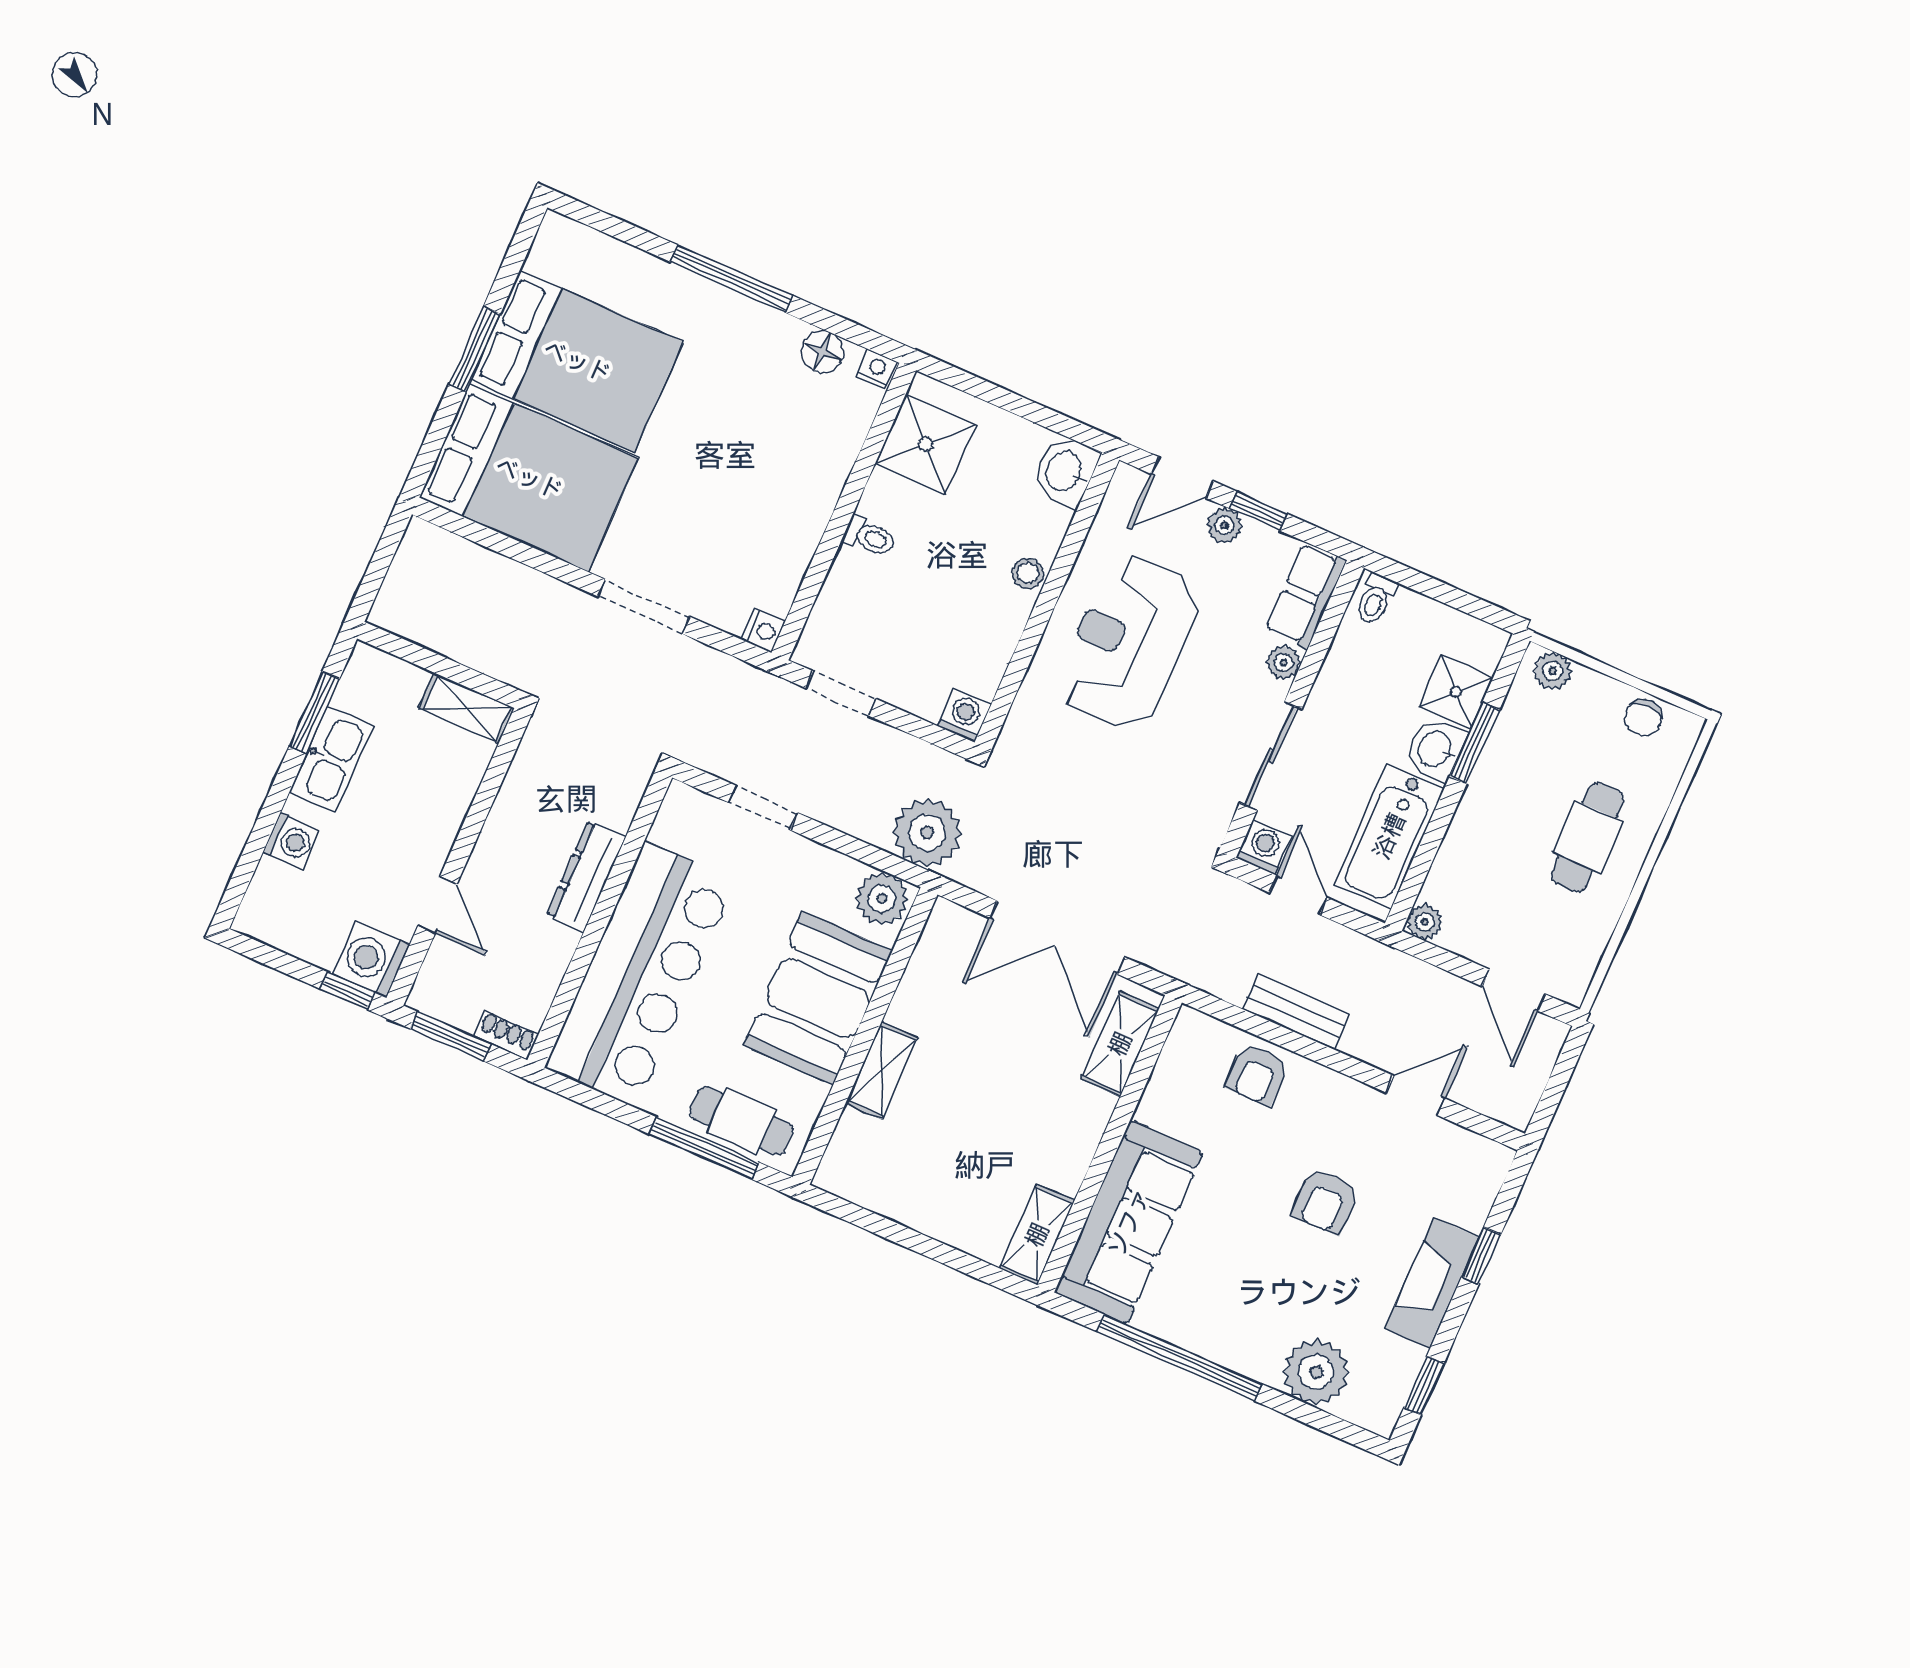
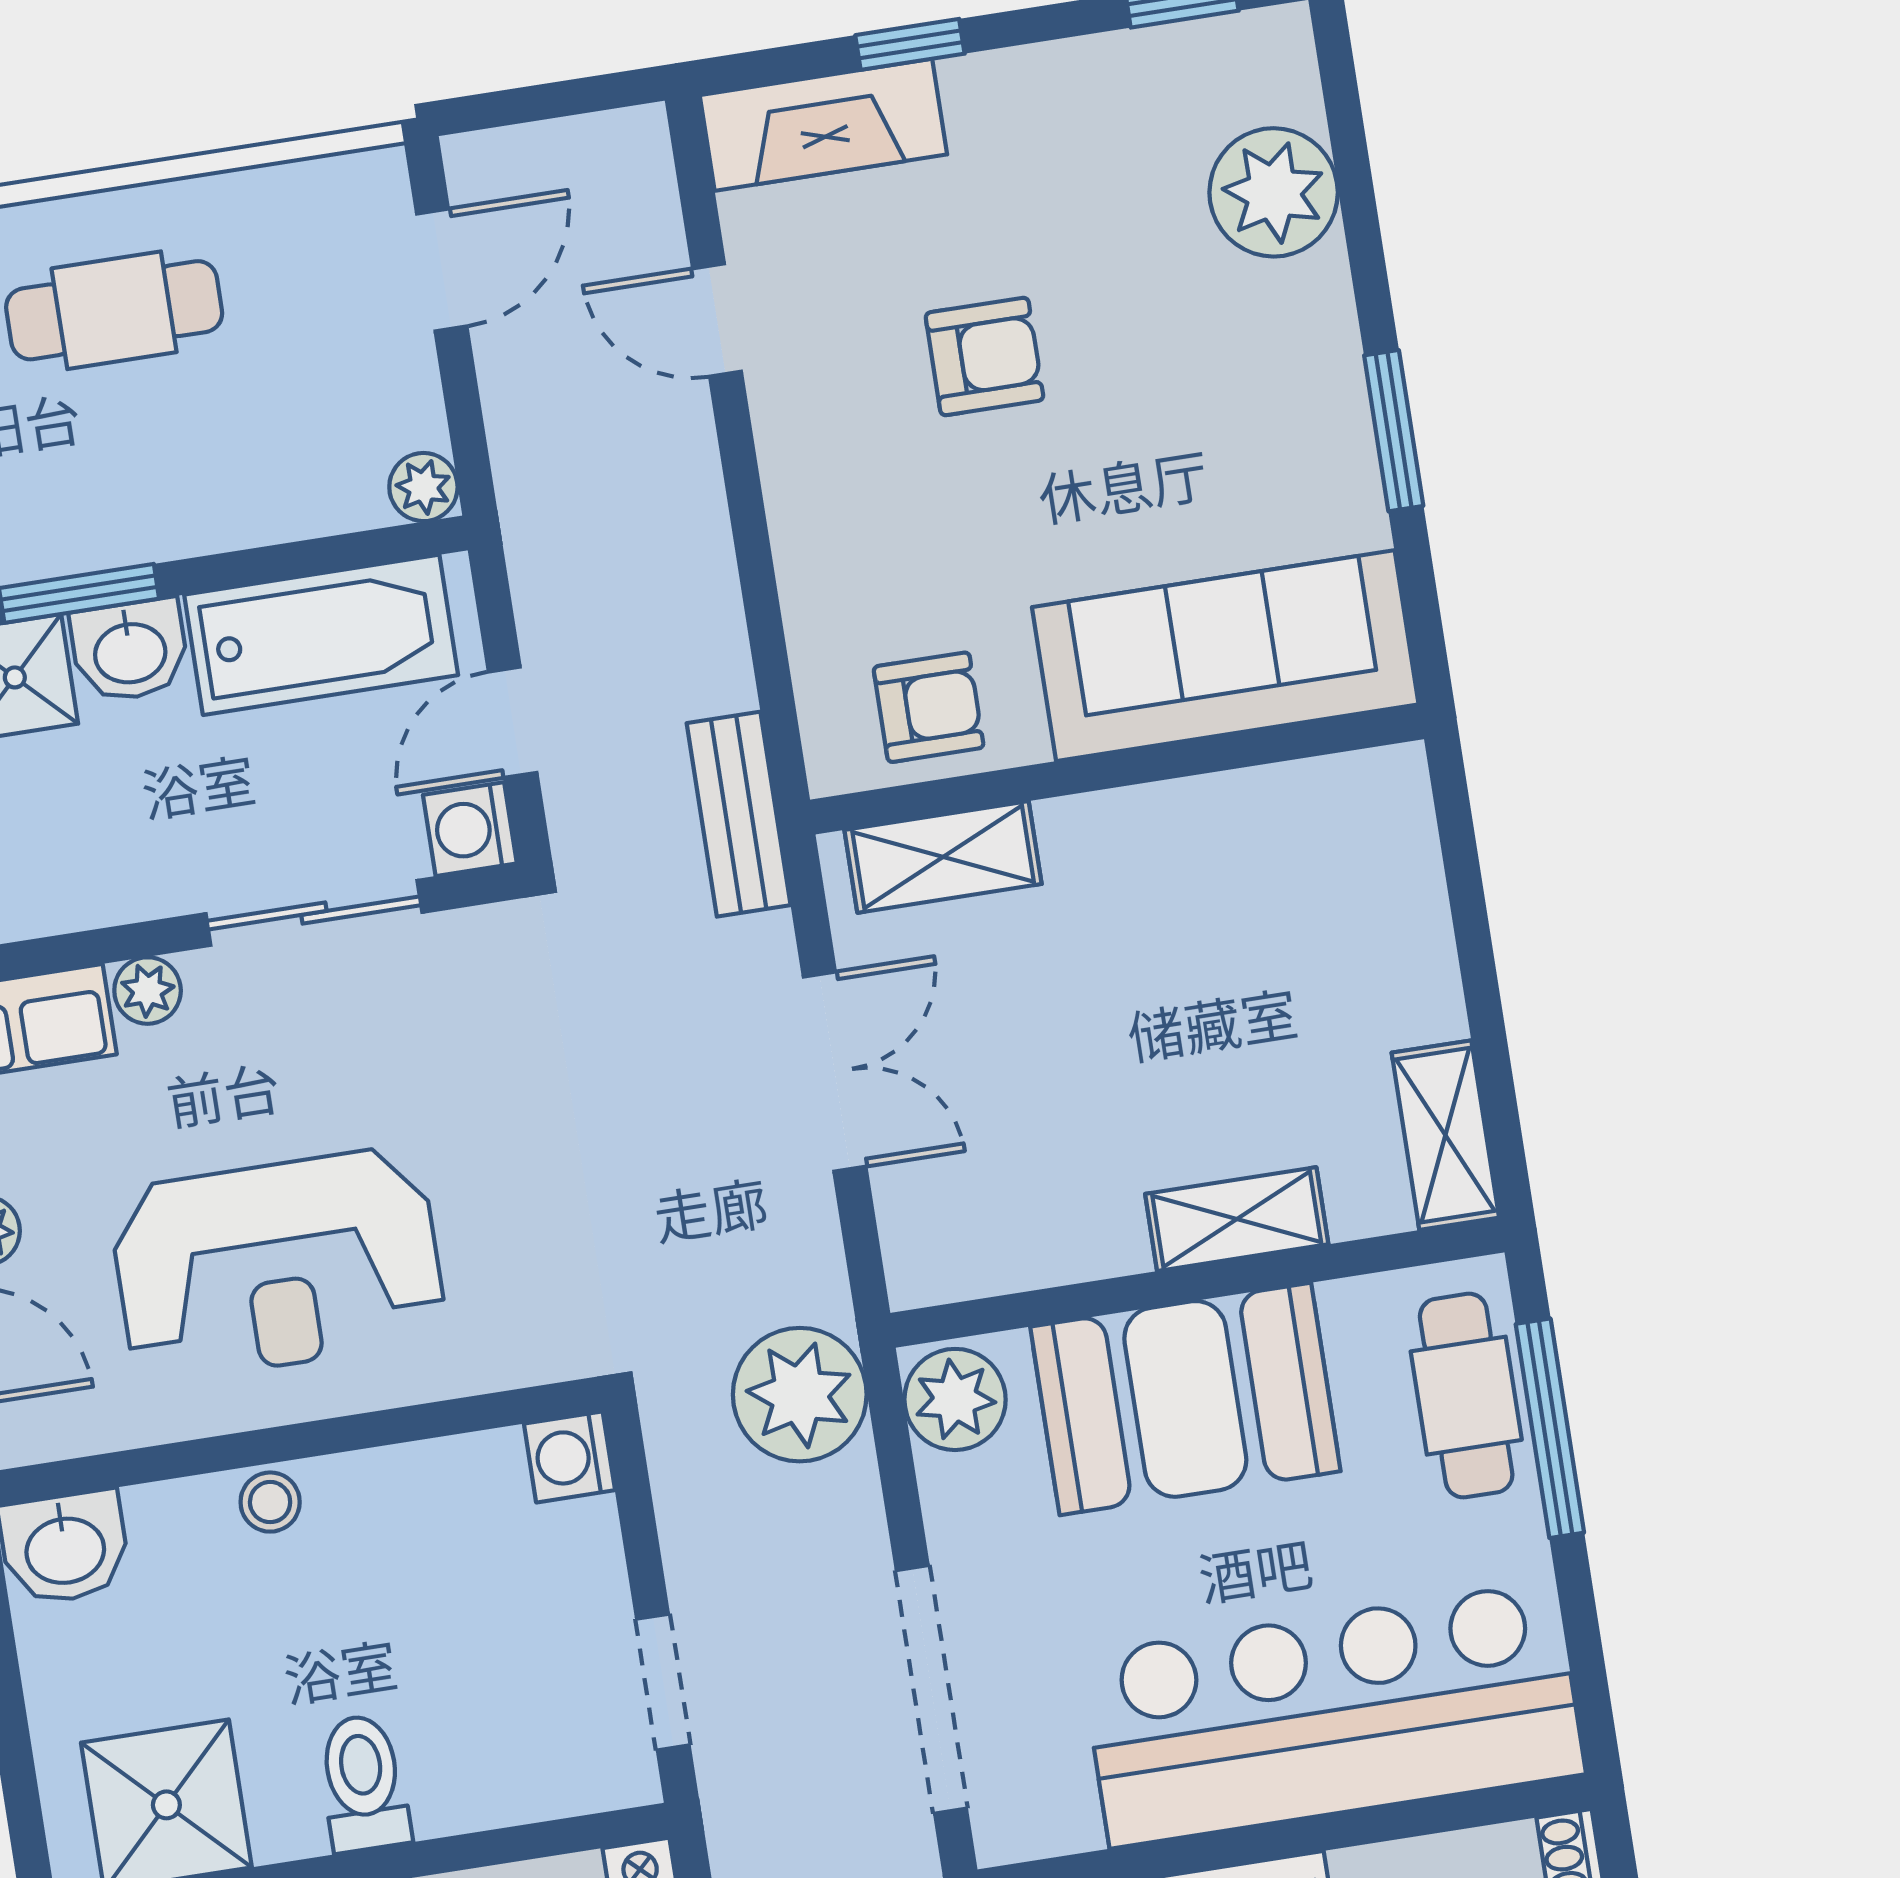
toilet: (869, 537) -> (363, 1783), width x1.37, depth x1.39
doorway: (763, 808) -> (931, 1689), width x1.88
double door: (1057, 937) -> (835, 1072), width x0.73
bench: (1296, 1012) -> (739, 814), moved
armchair: (1257, 1075) -> (929, 707), moved
shelving: (1037, 1235) -> (1445, 1135), moved, turned 90
fireplace: (1432, 1283) -> (823, 125), moved
window: (1179, 1358) -> (1394, 431), width x0.47

